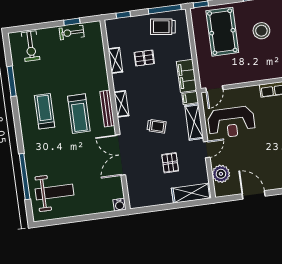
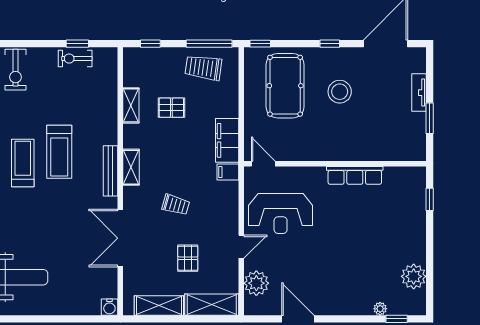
door: (214, 89) -> (263, 164), swing flipped
treadmill: (79, 114) -> (59, 152), moved
shelving: (194, 122) -> (159, 305), moved, turned 90

